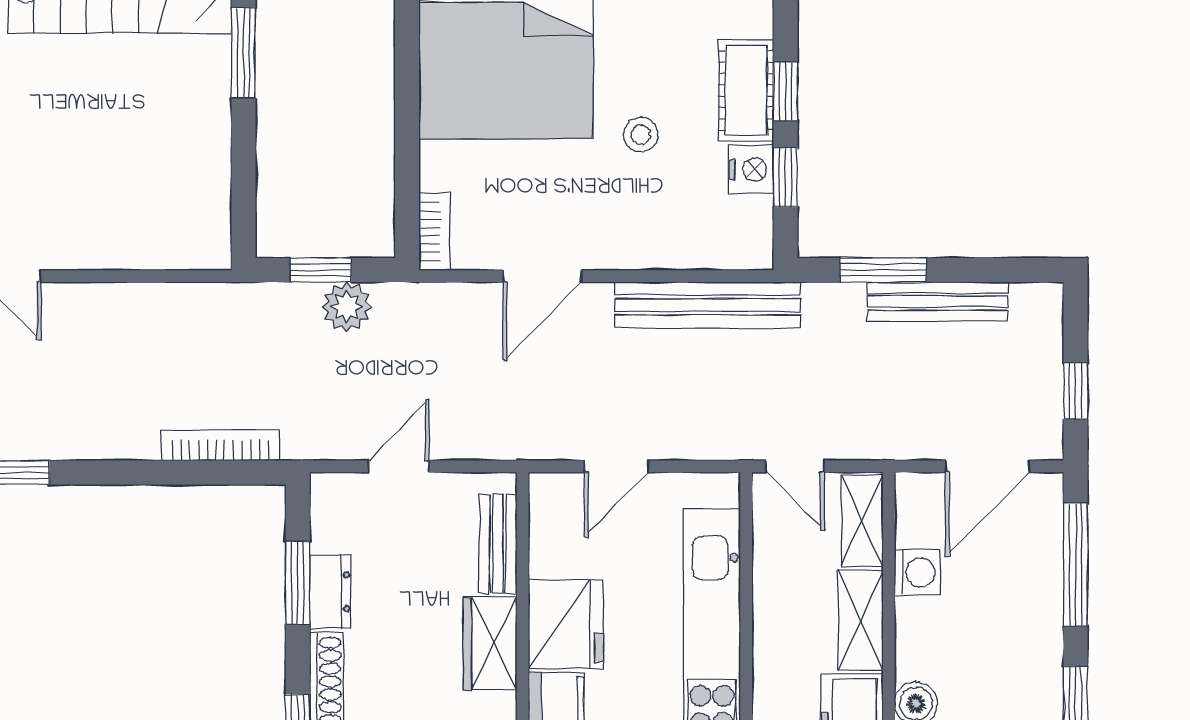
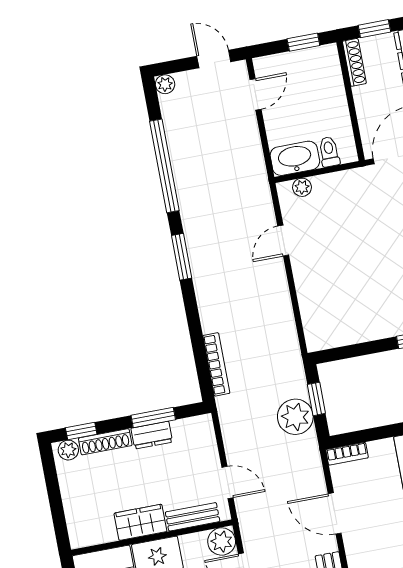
plant: (347, 307) -> (295, 417), width x1.36, depth x1.36
door: (399, 466) -> (228, 482), moved
plant: (555, 498) -> (222, 541), added

